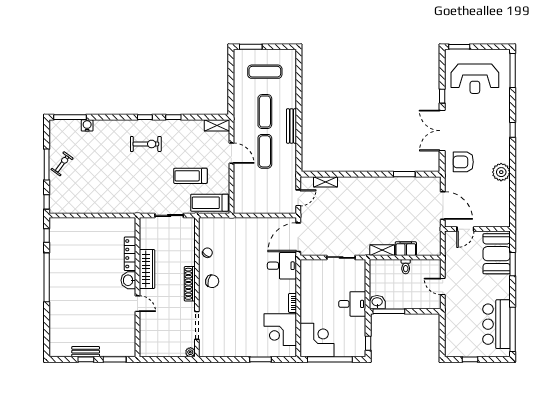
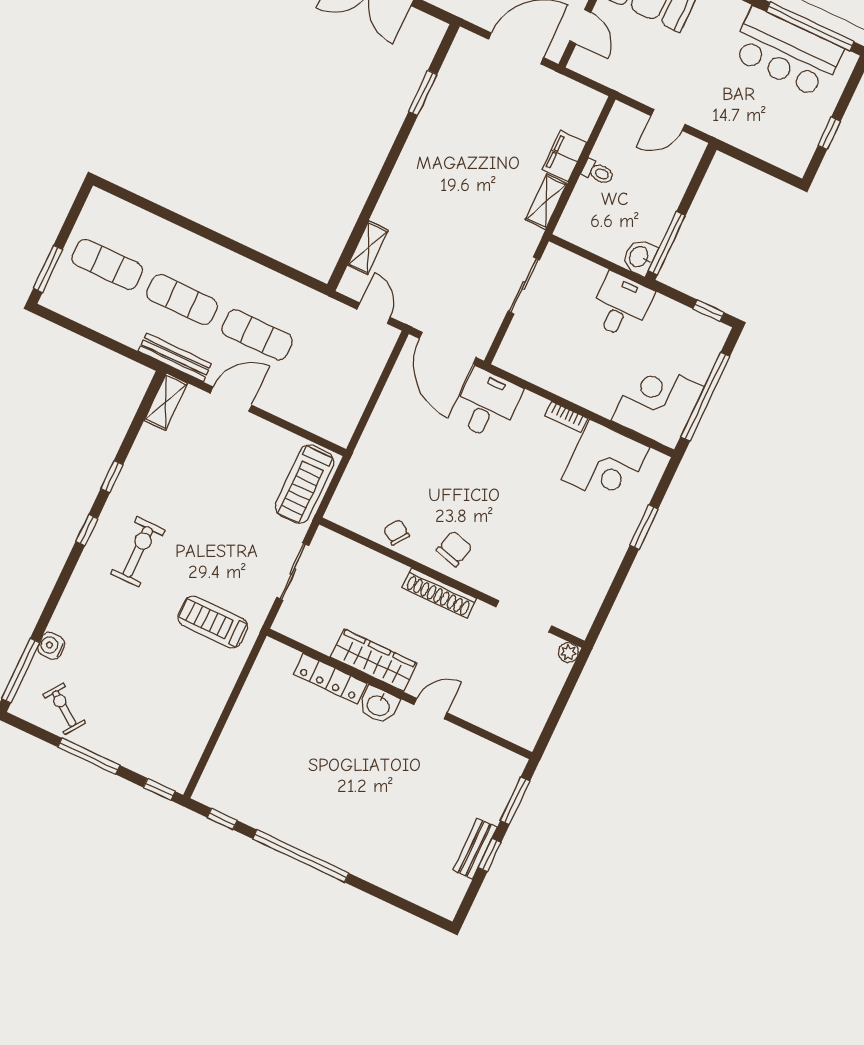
exercise mat: (265, 72) -> (107, 264), turned 90
bench: (292, 126) -> (175, 357), moved
exercise bike: (62, 164) -> (64, 709), moved
treadmill: (190, 176) -> (213, 622), moved, turned 90

